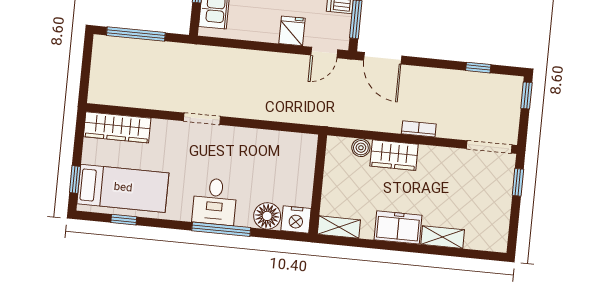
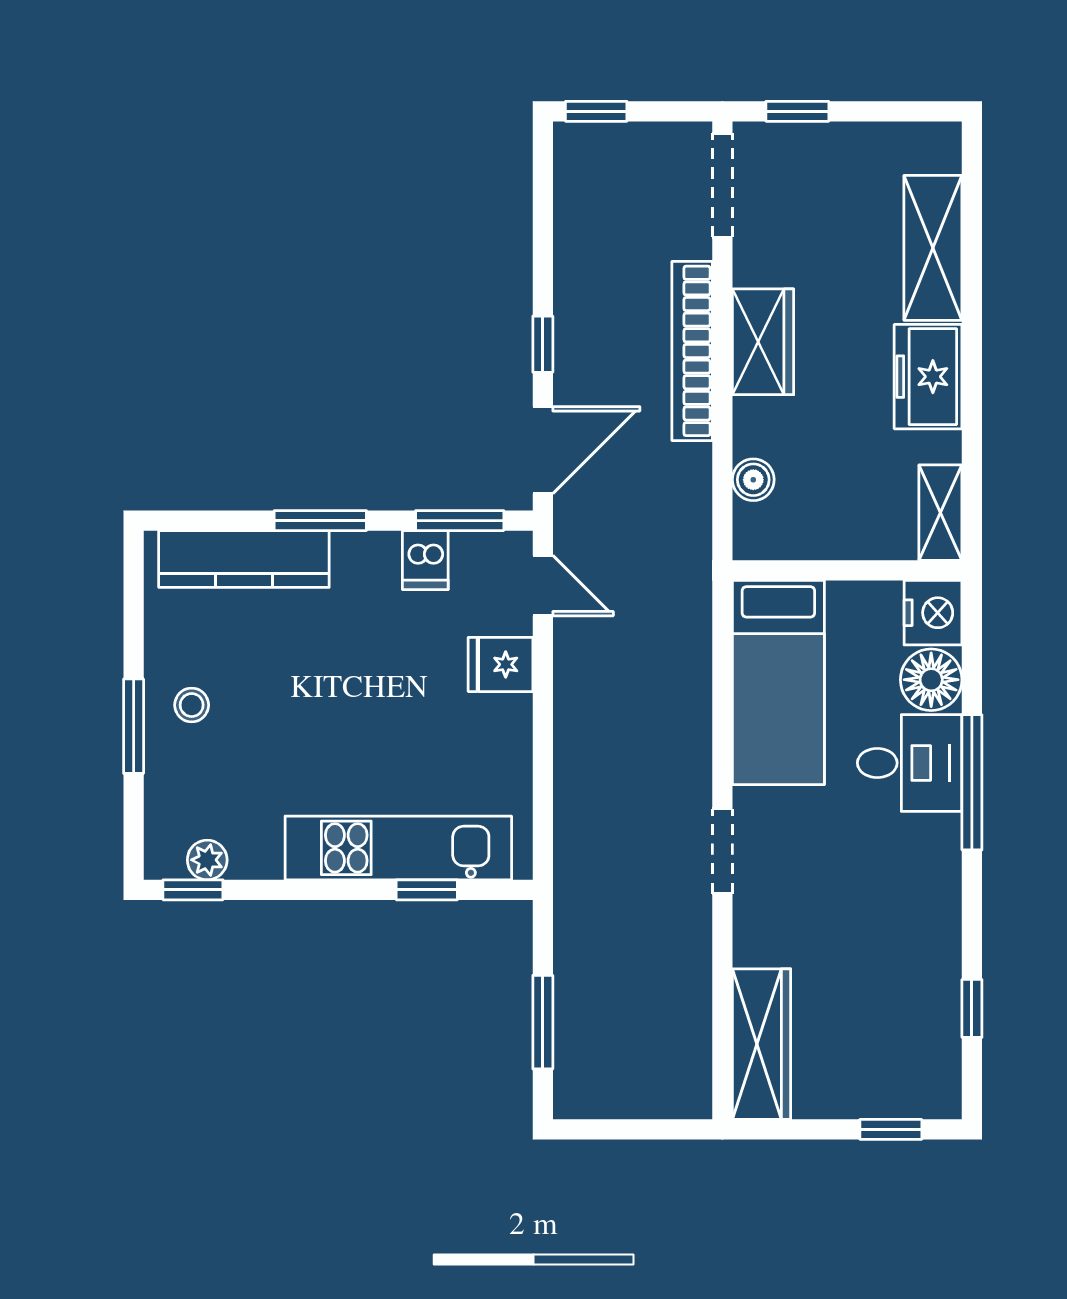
window: (136, 34) -> (543, 1022), width x0.69
window: (478, 68) -> (543, 344), moved
bookcase: (419, 129) -> (692, 351), width x2.31, depth x1.31
wardrobe: (394, 155) -> (763, 342), moved
bed: (123, 188) -> (778, 683), moved, turned 180
desk: (215, 201) -> (910, 763), moved
shelving: (443, 237) -> (933, 248), width x1.50, depth x1.33

